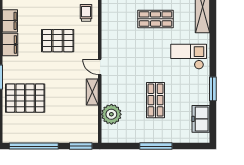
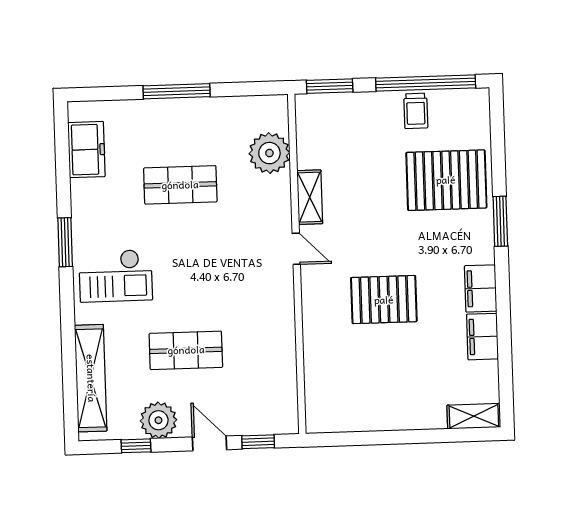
trolley: (86, 13) -> (416, 111), moved
window: (213, 89) -> (65, 242), moved
shop shelf: (155, 100) -> (180, 185), turned 90

